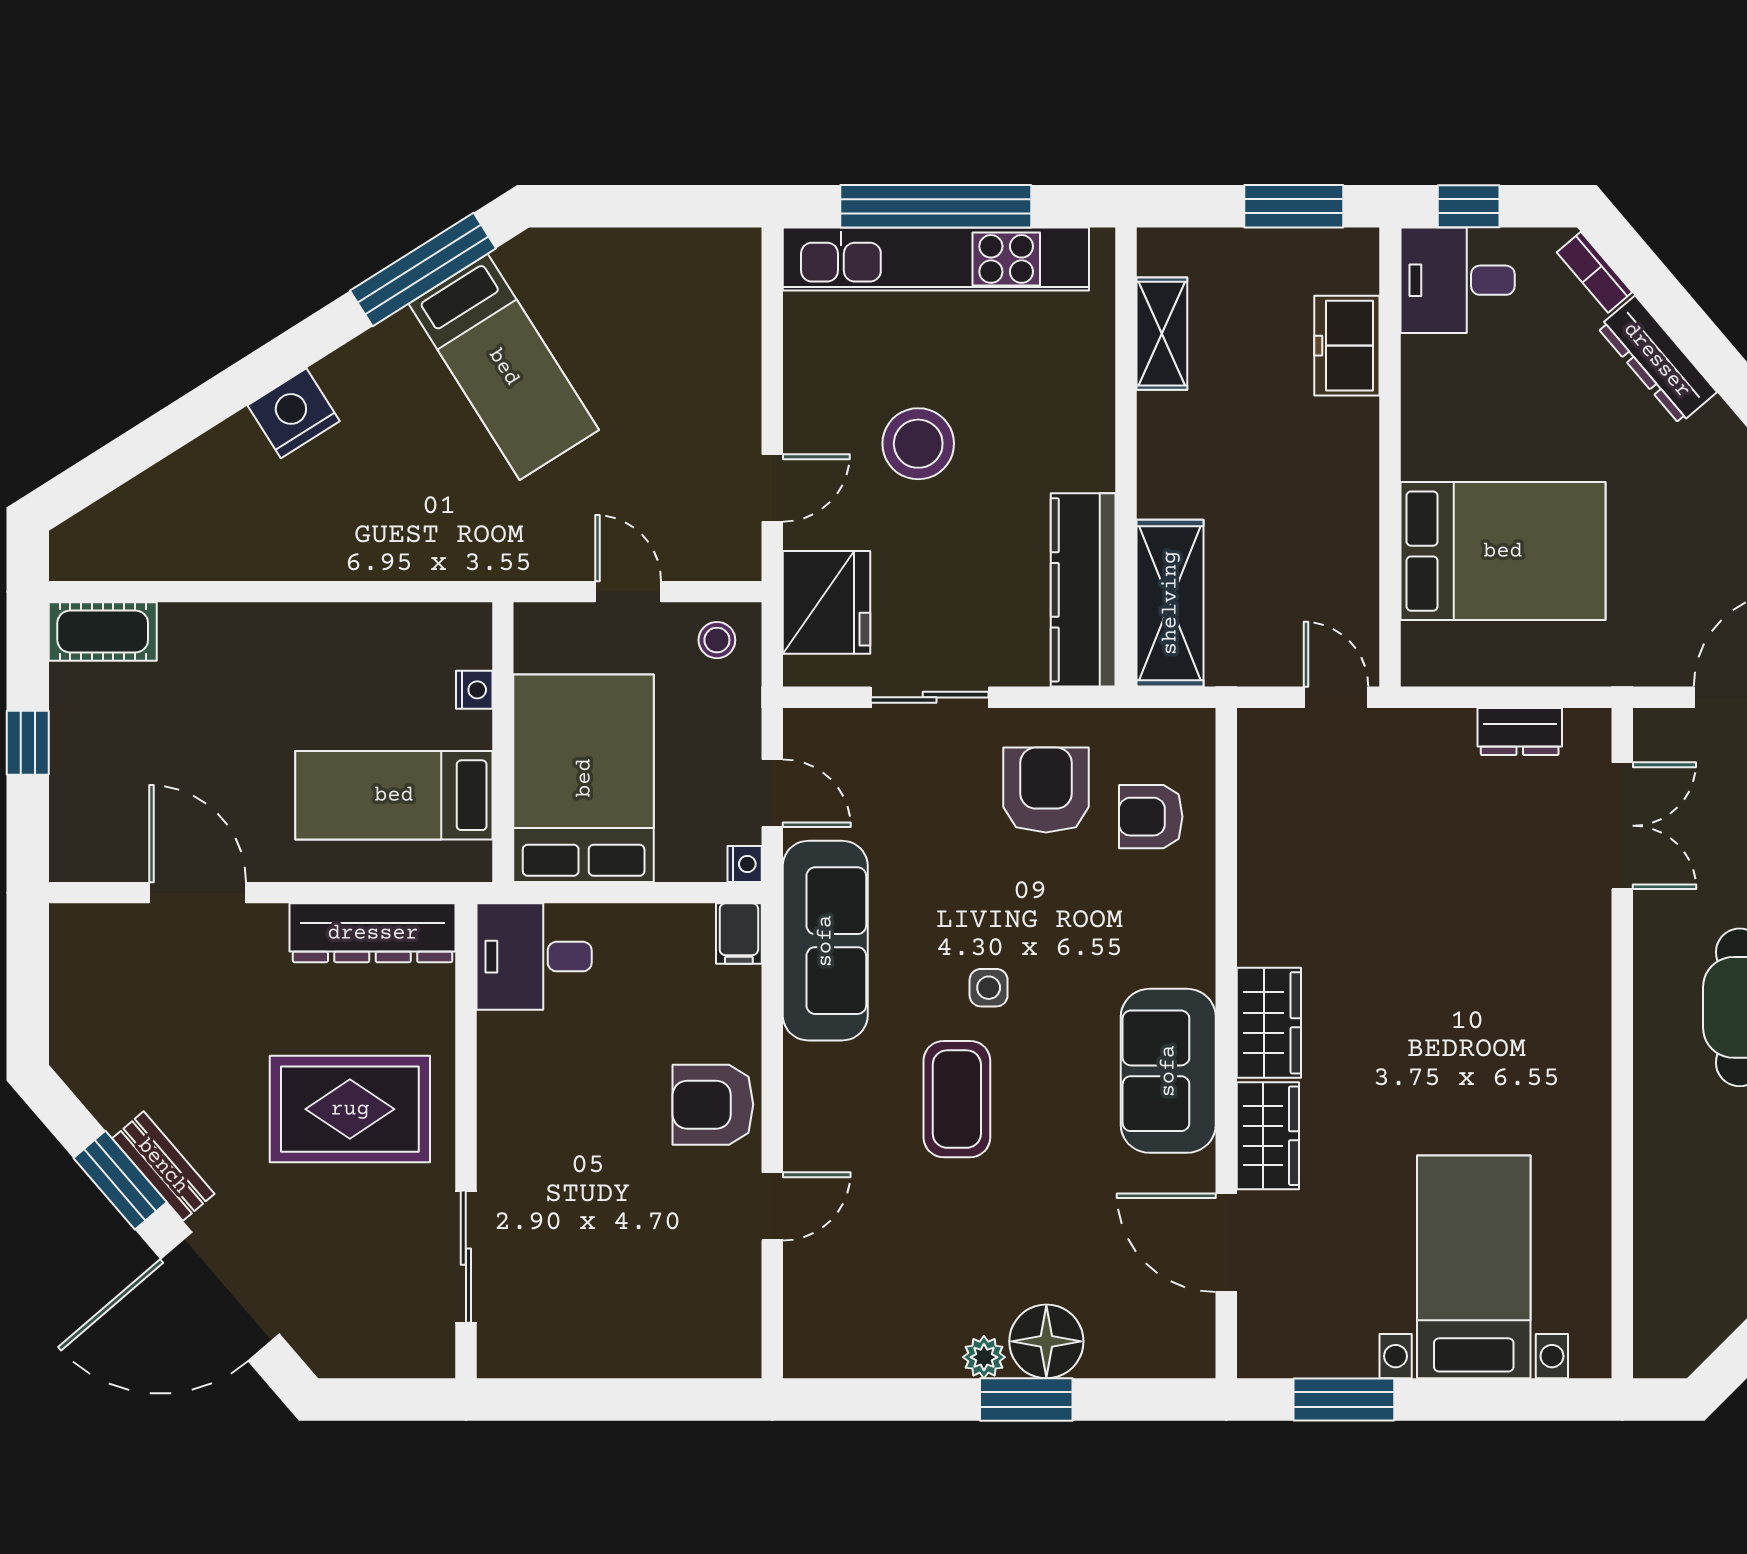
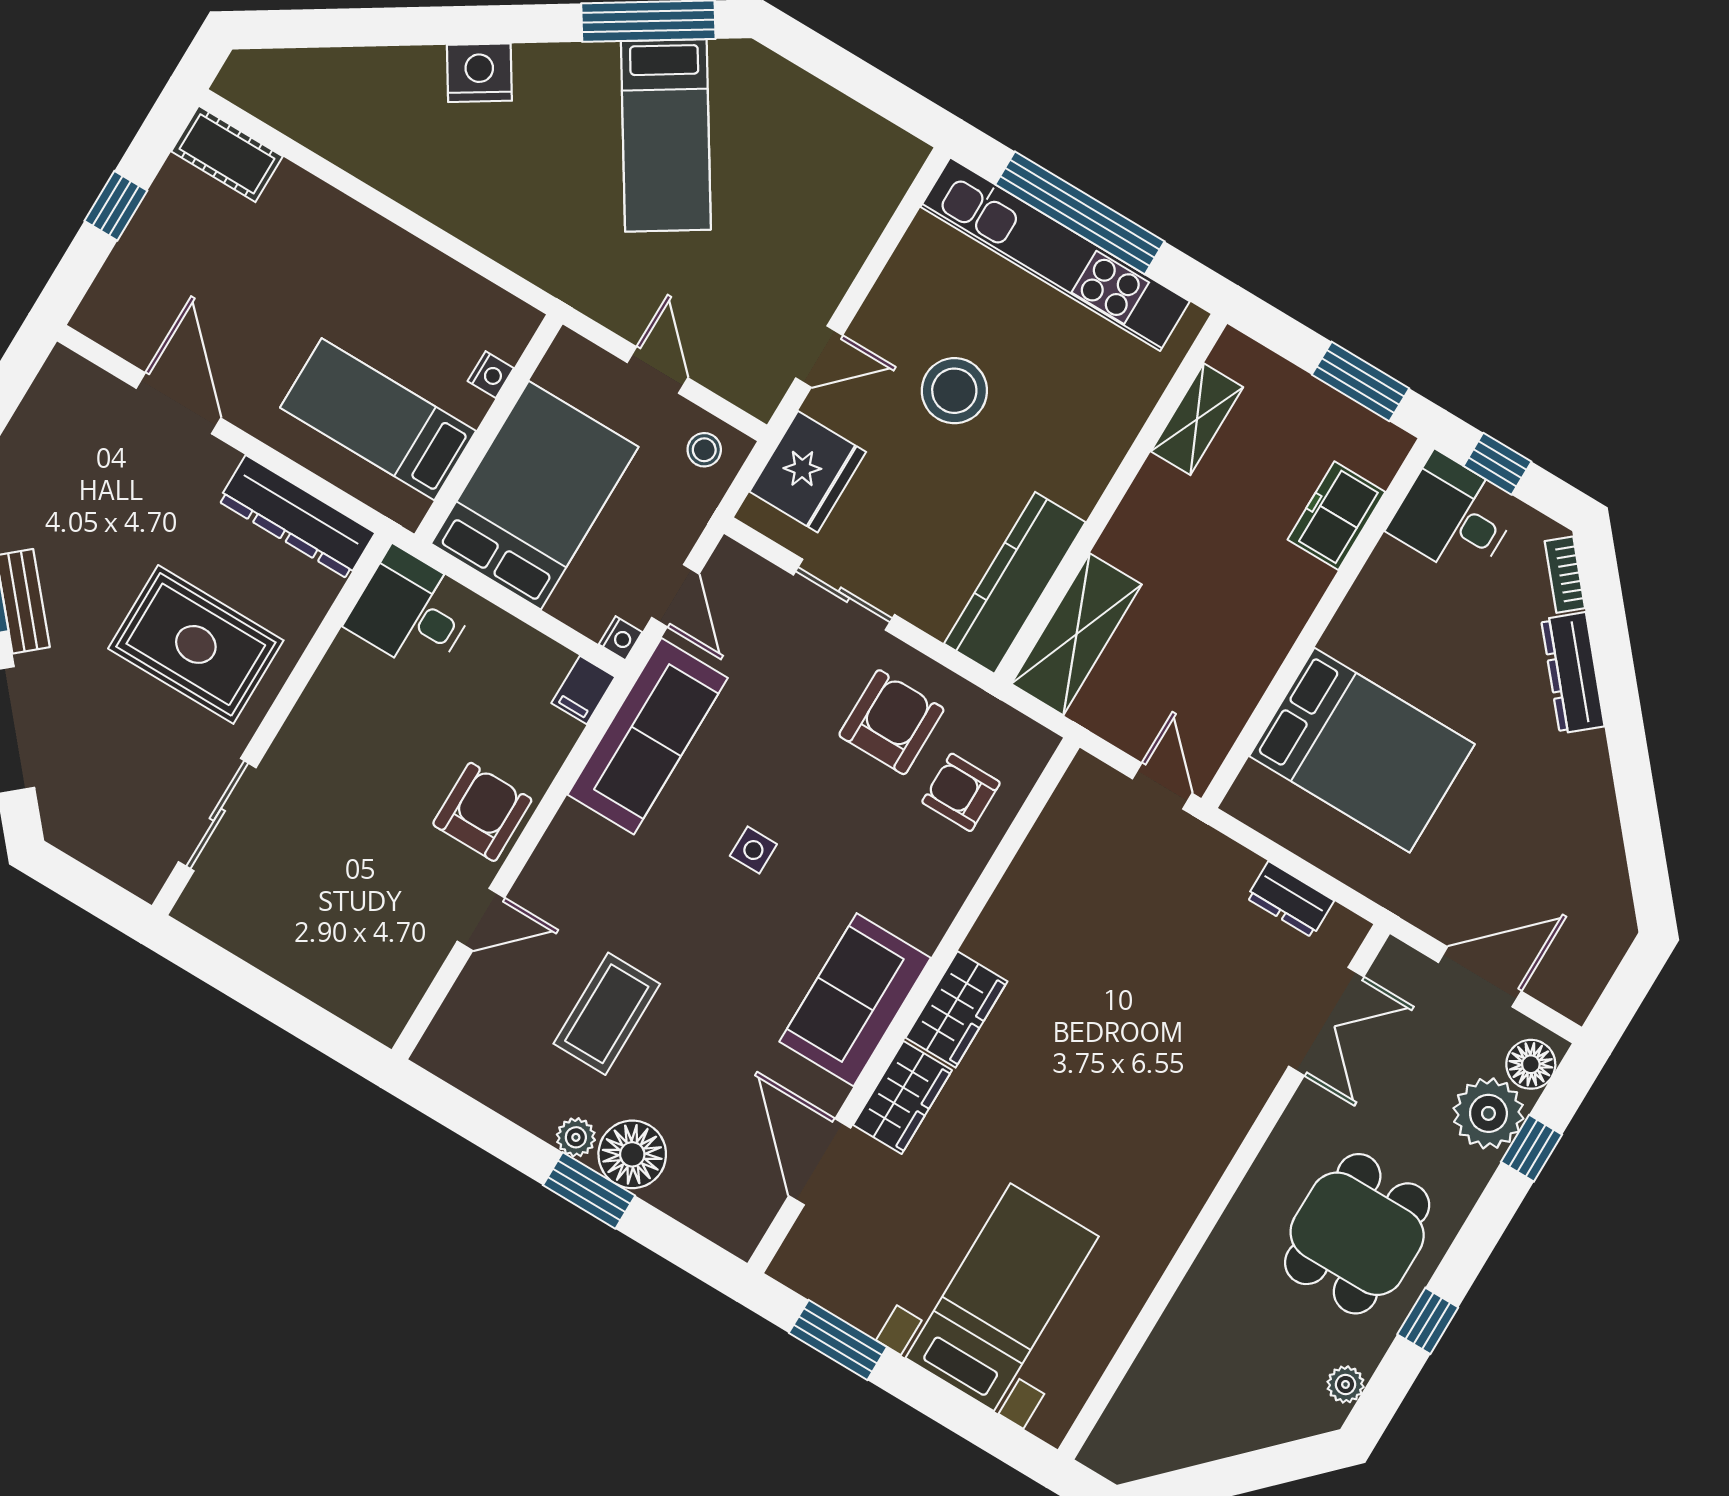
coffee table: (957, 1099) -> (607, 1014), moved
armchair: (713, 1105) -> (482, 812), turned 90

